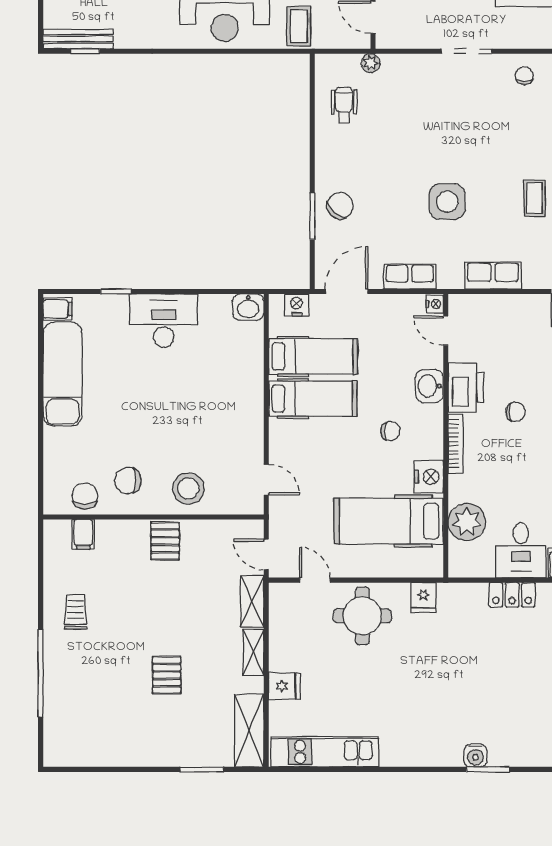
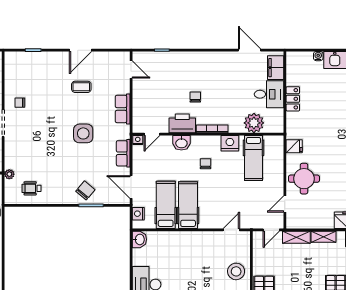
chair: (524, 76) -> (20, 103), moved
chair: (340, 206) -> (85, 190), turned 90
hospital bed: (389, 521) -> (253, 158), width x0.73, depth x0.78

